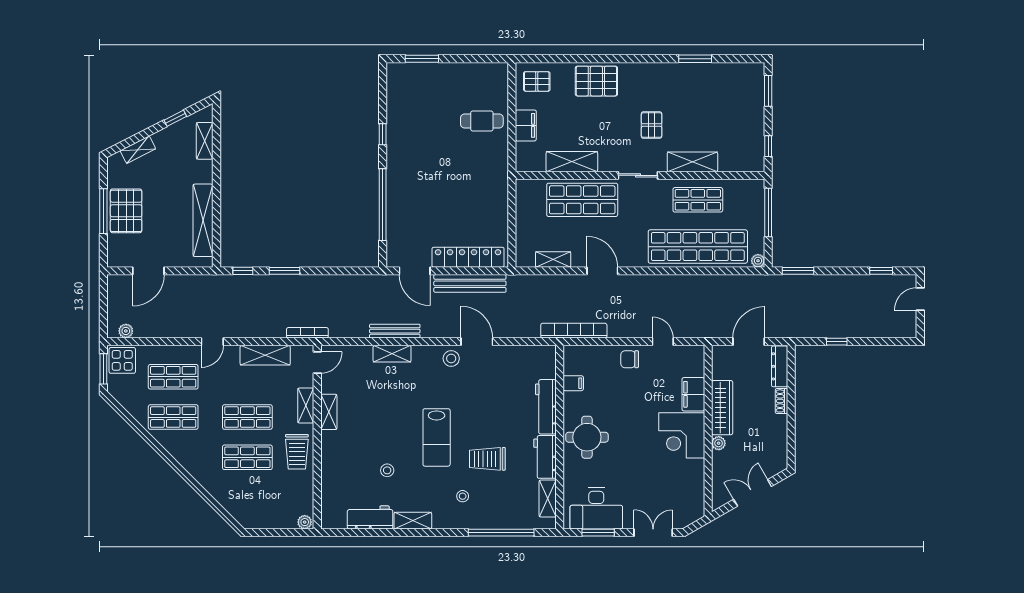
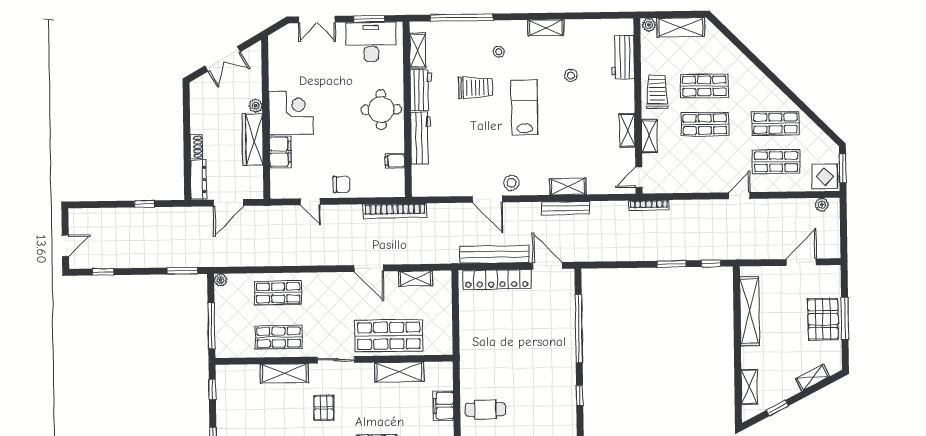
shop shelf: (698, 247) -> (278, 293), width x0.50, depth x0.74
shelving: (265, 355) -> (681, 27), moved
workbench: (370, 517) -> (623, 57), moved, turned 90

